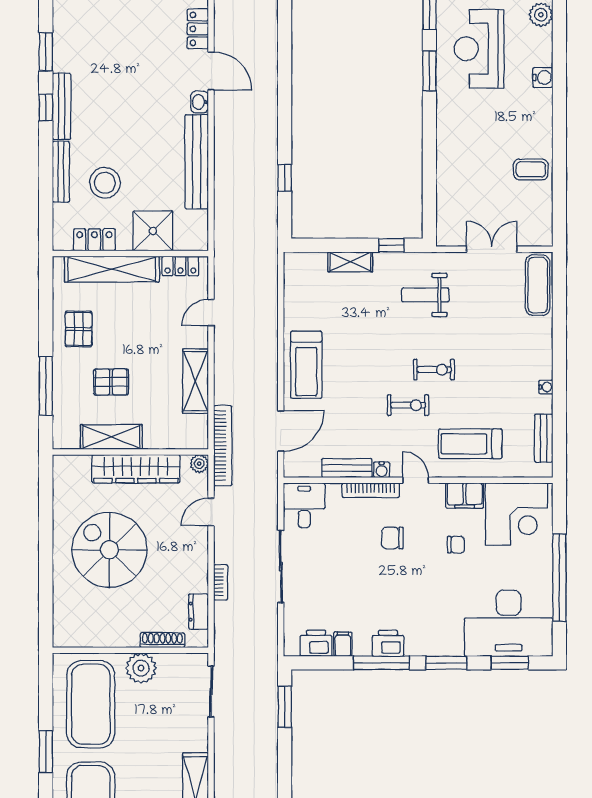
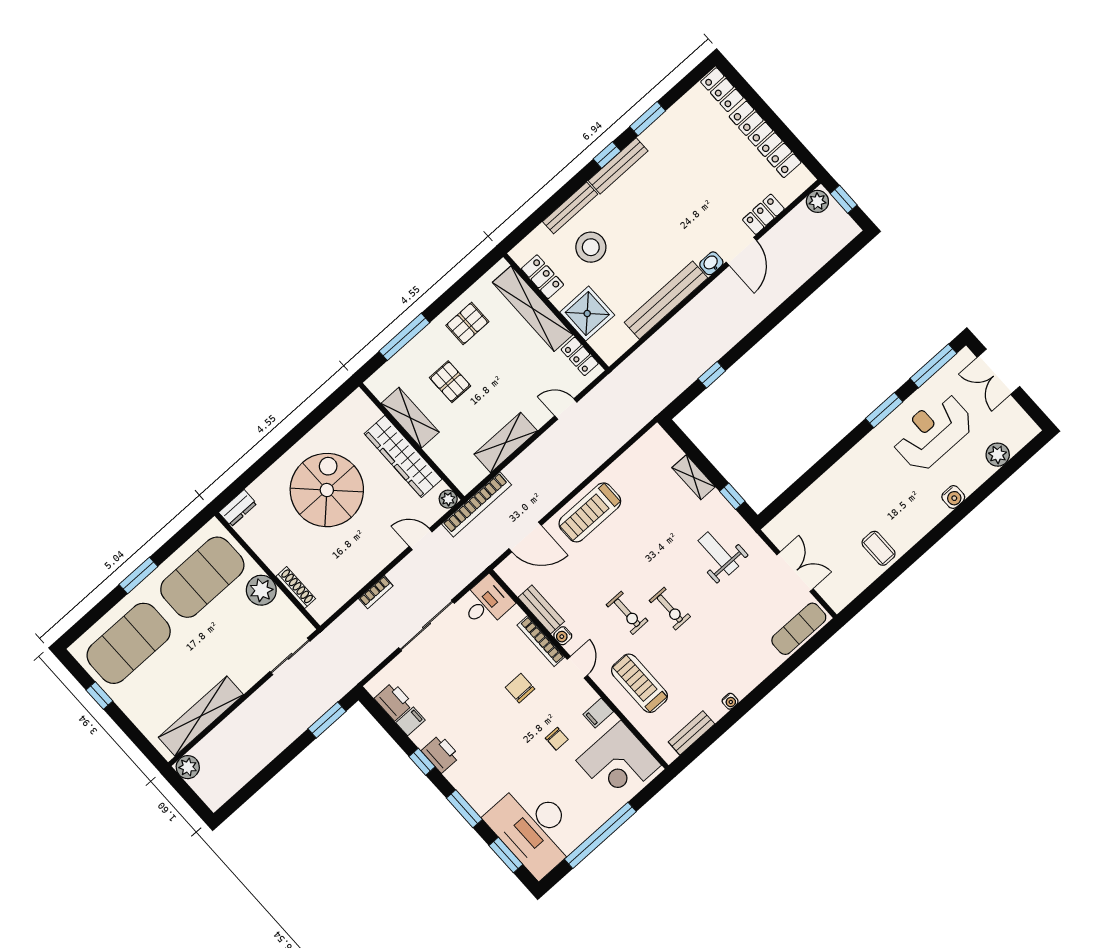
filing cabinet: (465, 496) -> (598, 713), width x0.50
dresser: (198, 612) -> (238, 508), moved, turned 180
window: (381, 663) -> (422, 762), width x0.46

